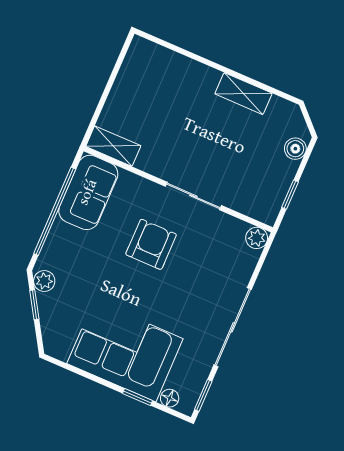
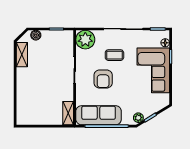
shelving: (243, 94) -> (22, 55), moved
sofa: (88, 192) -> (99, 115), width x1.36
plant: (257, 238) -> (85, 40), width x1.88, depth x1.88
armchair: (151, 244) -> (103, 79), turned -90
coffee table: (189, 287) -> (114, 55), added

